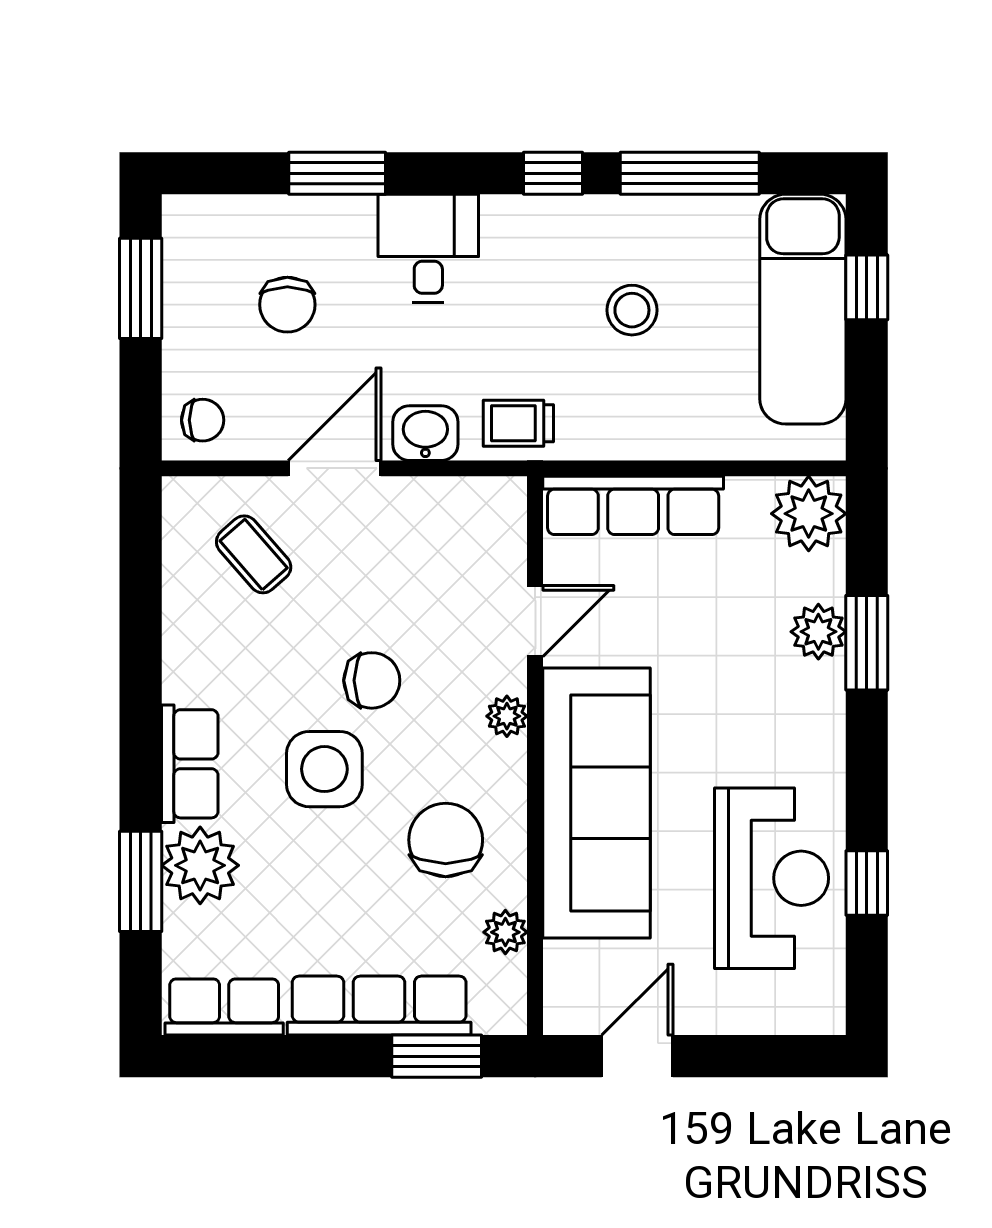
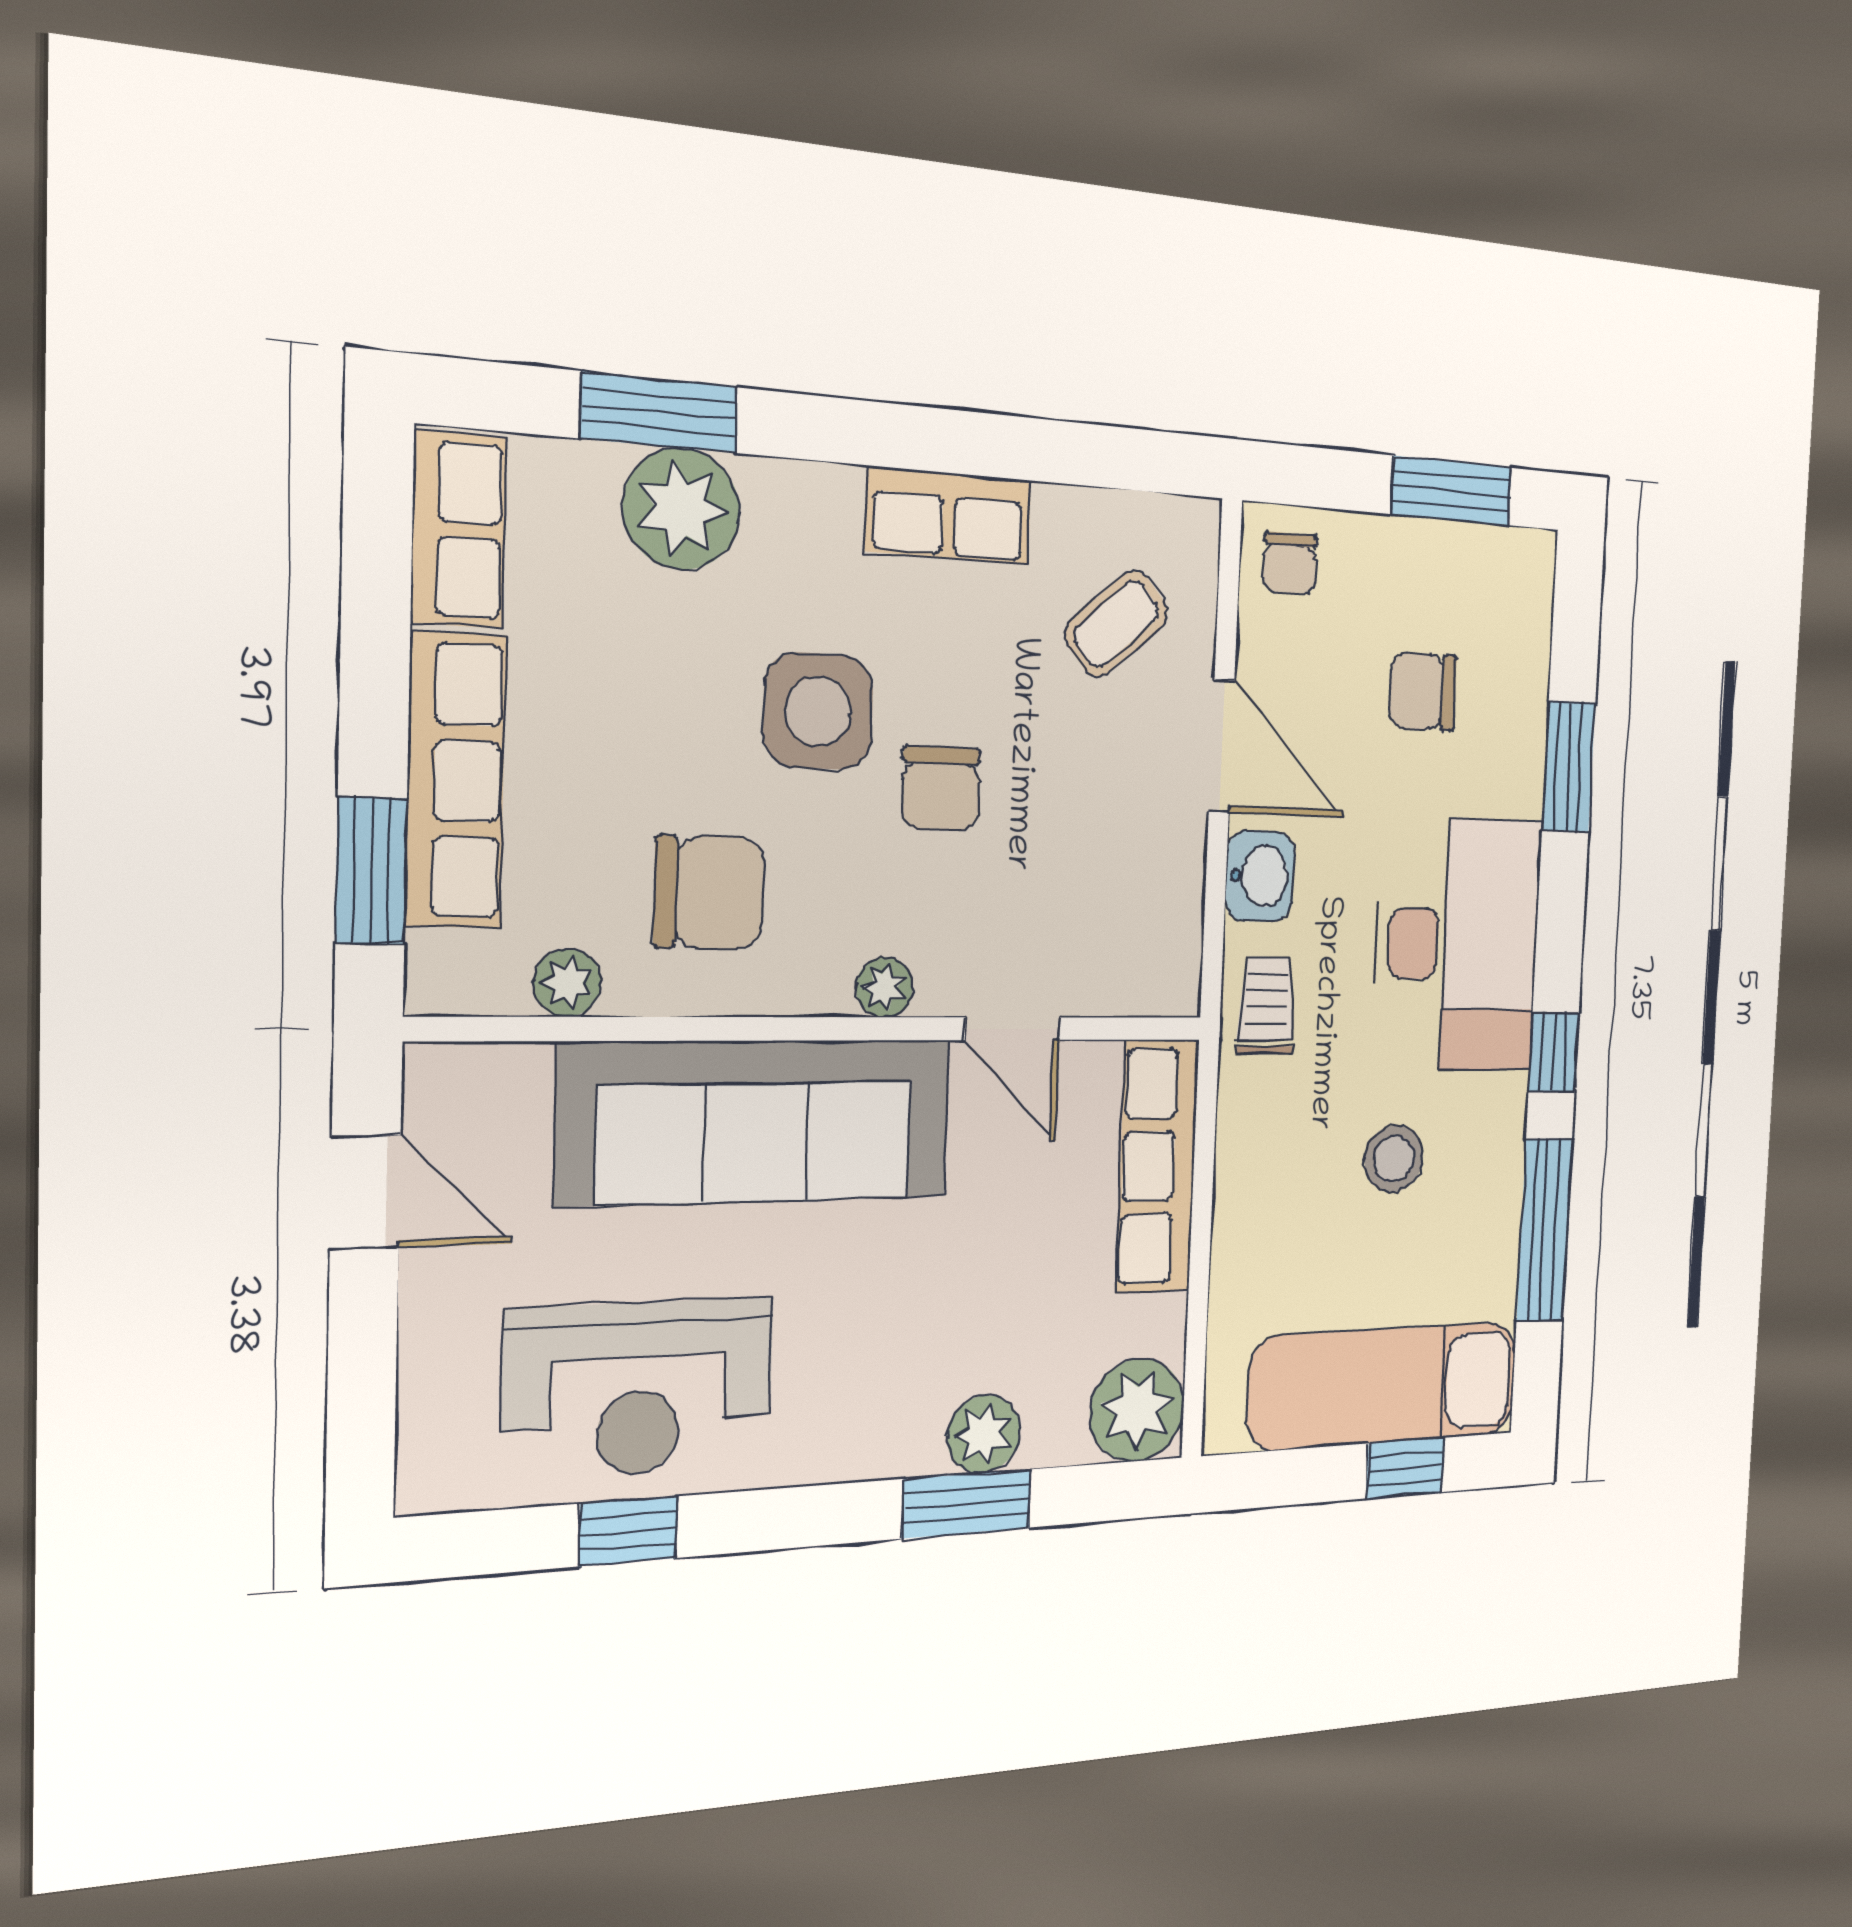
desk: (428, 248) -> (1457, 944), width x1.87, depth x1.30
row of seats: (190, 764) -> (949, 516), moved

